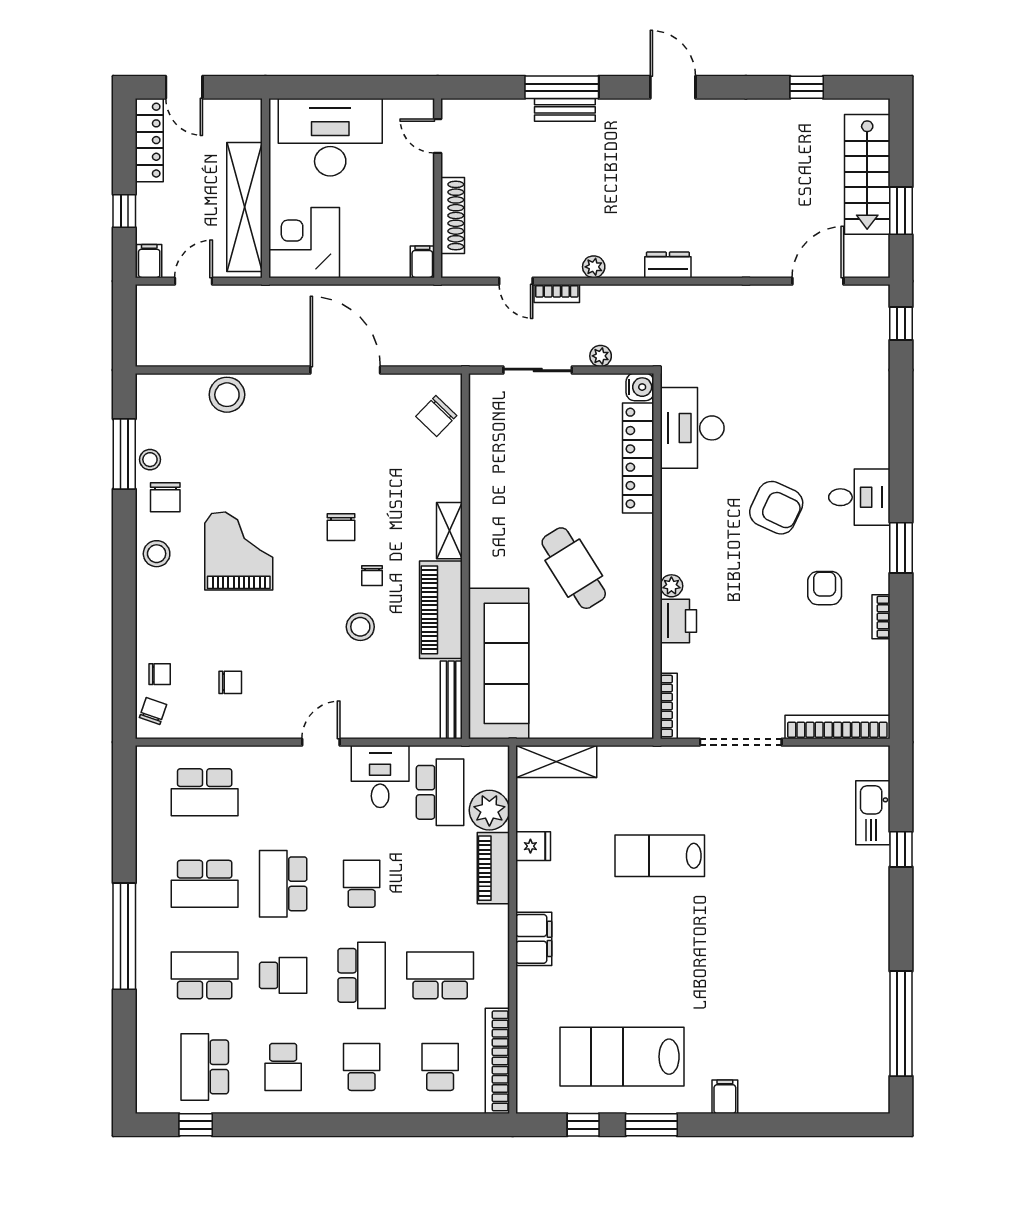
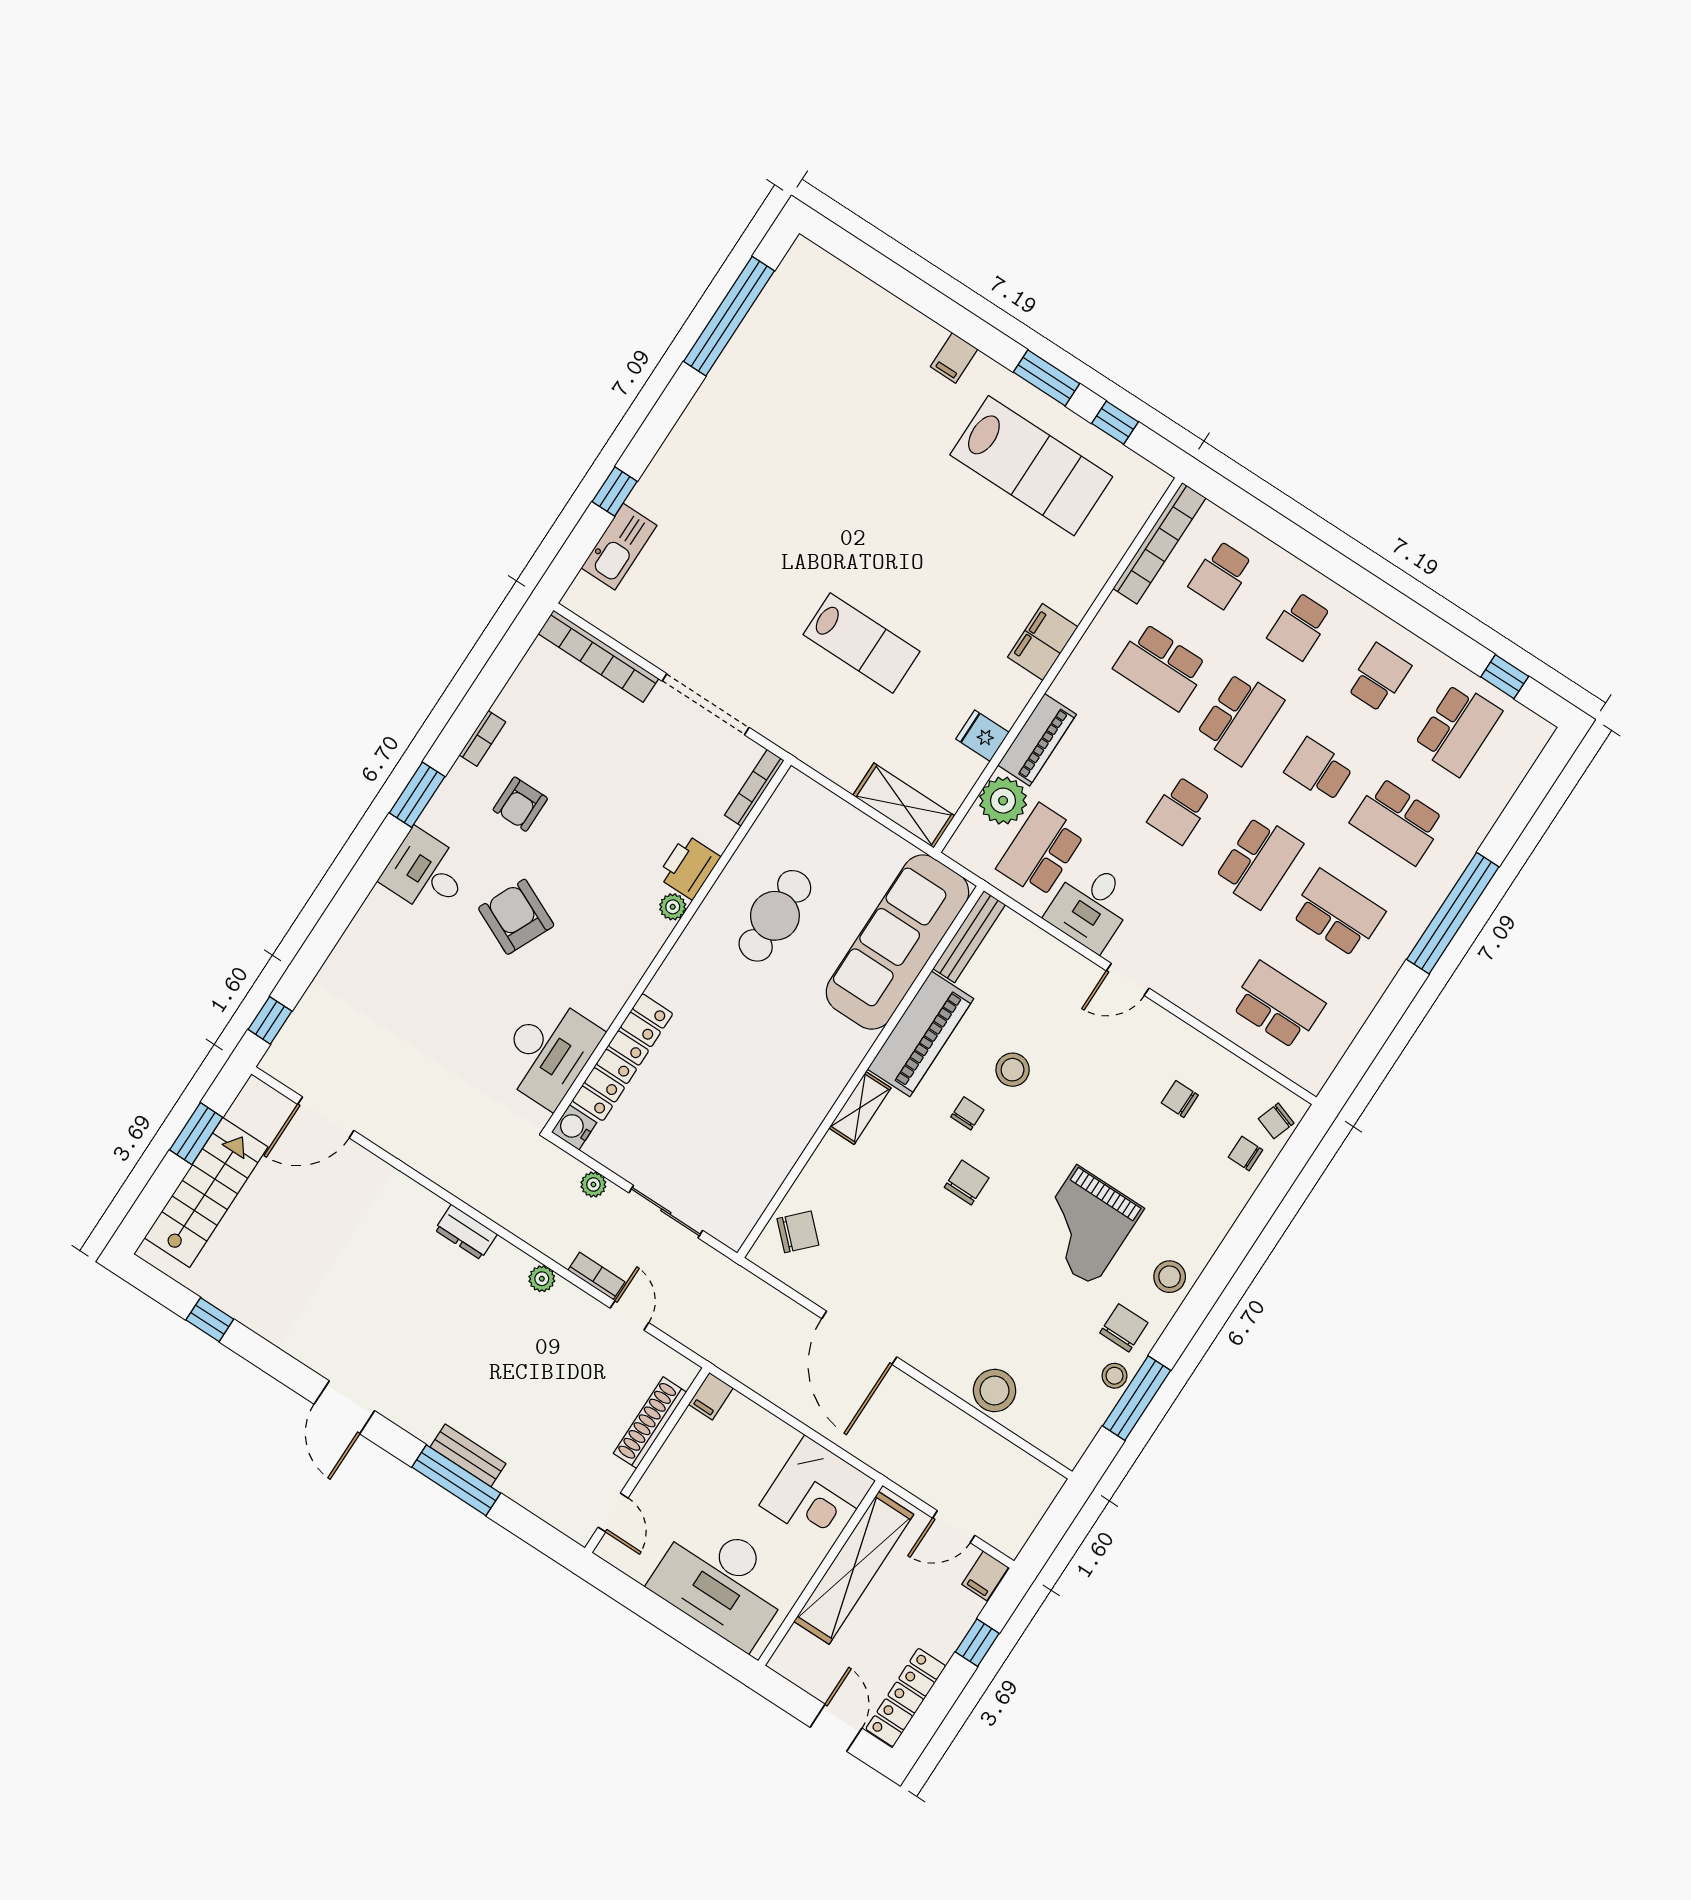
cafe table: (574, 568) -> (775, 916), moved, turned 32
school desk: (362, 975) -> (1240, 718), turned 180

